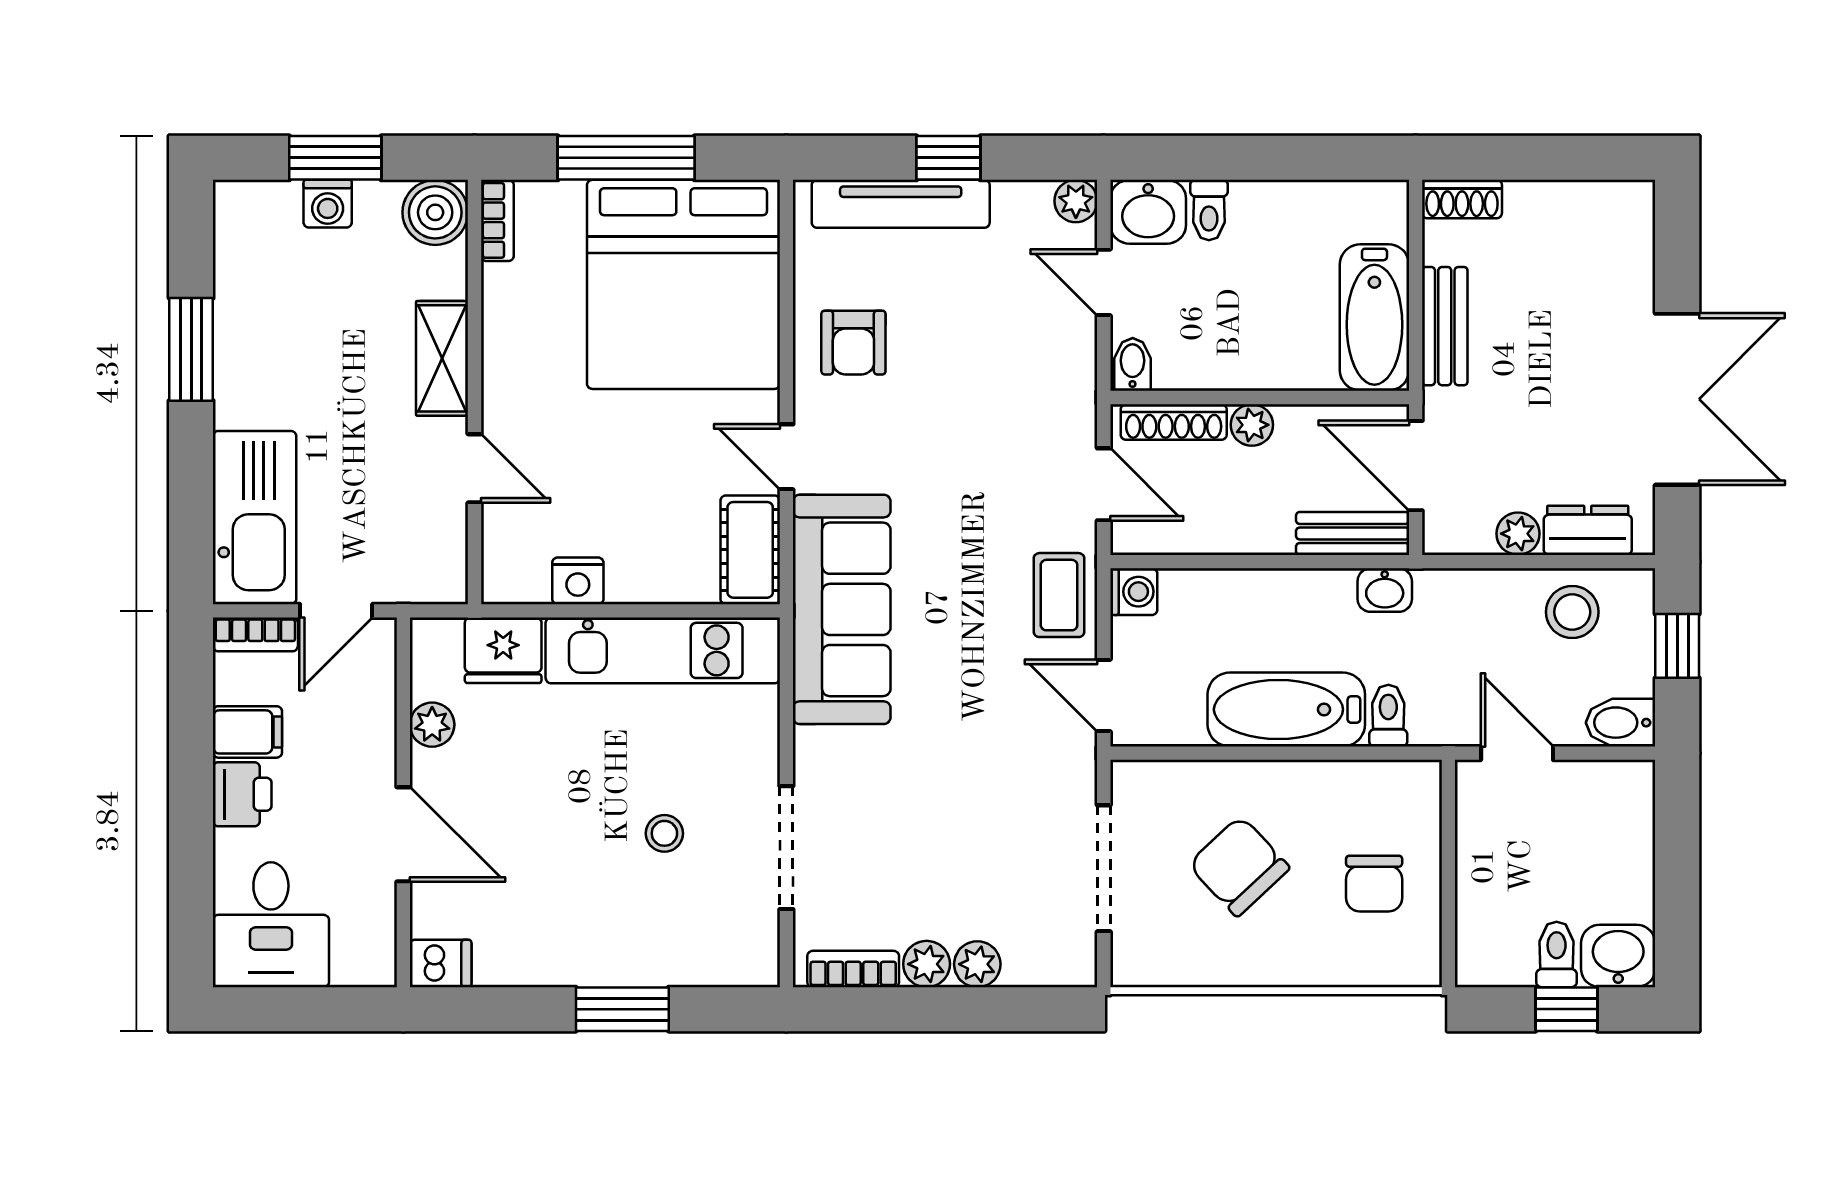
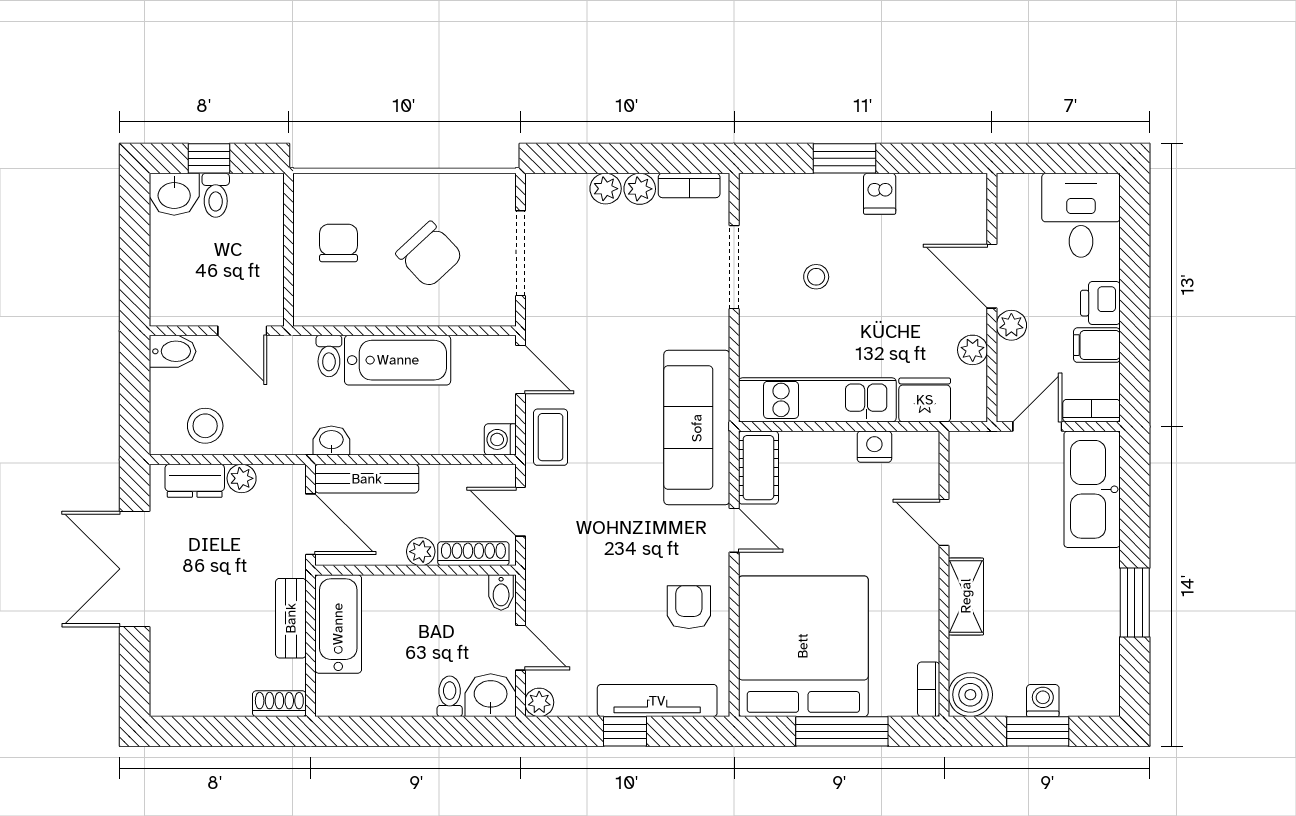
bench: (1353, 533) -> (367, 479), width x1.36
window: (1677, 646) -> (135, 403), removed
plant: (374, 761) -> (1011, 325), added
dishwasher: (441, 963) -> (880, 194), moved, turned -90

